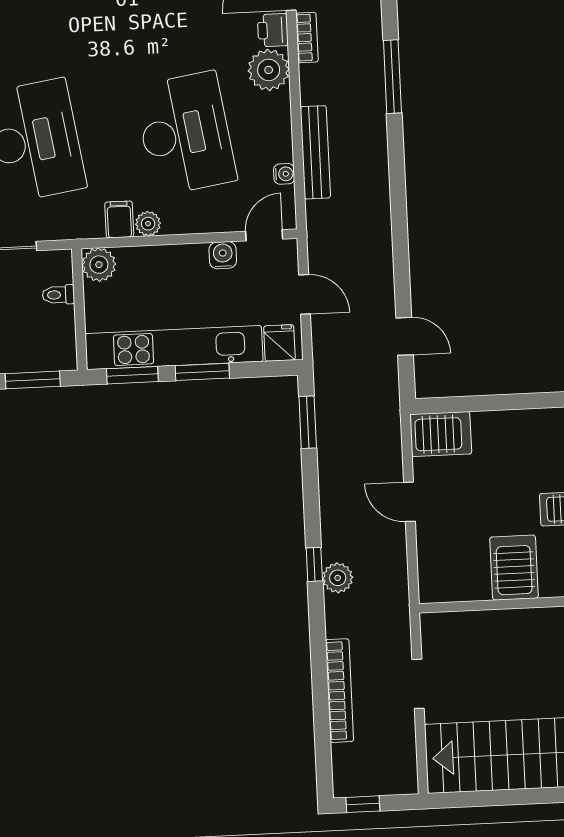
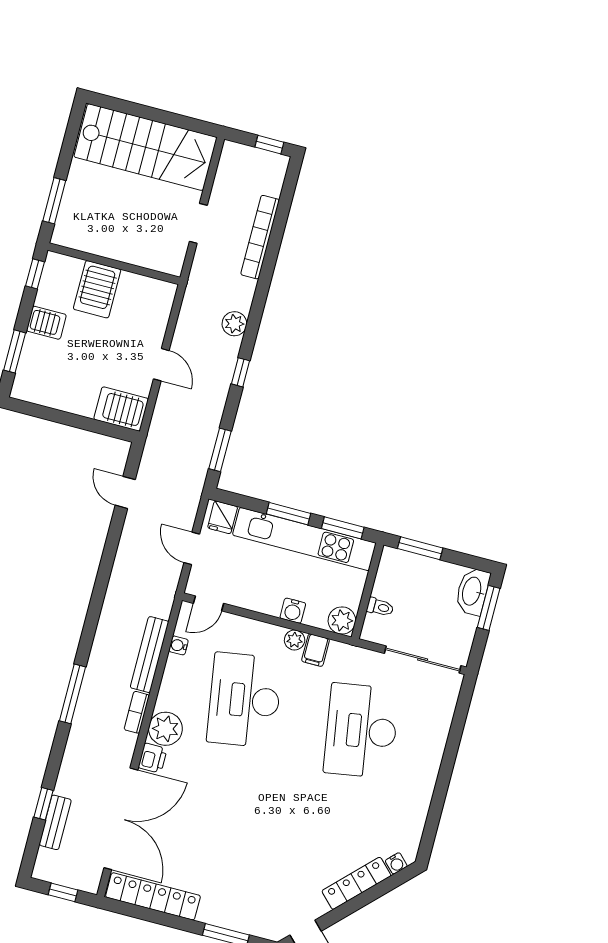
bookcase: (307, 37) -> (137, 712), moved
water cooler: (223, 255) -> (293, 611), moved
window: (314, 564) -> (240, 372), moved

